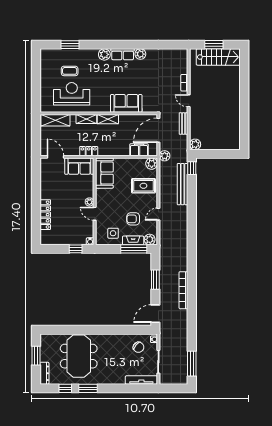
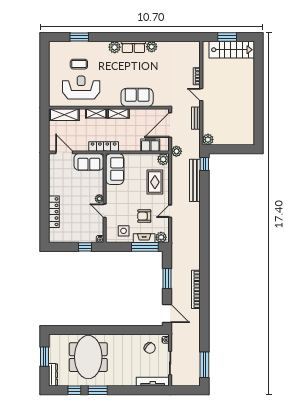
locker: (89, 151) -> (104, 146), width x1.53
rug: (143, 186) -> (155, 182), turned 90
door: (155, 314) -> (167, 313), swing flipped

